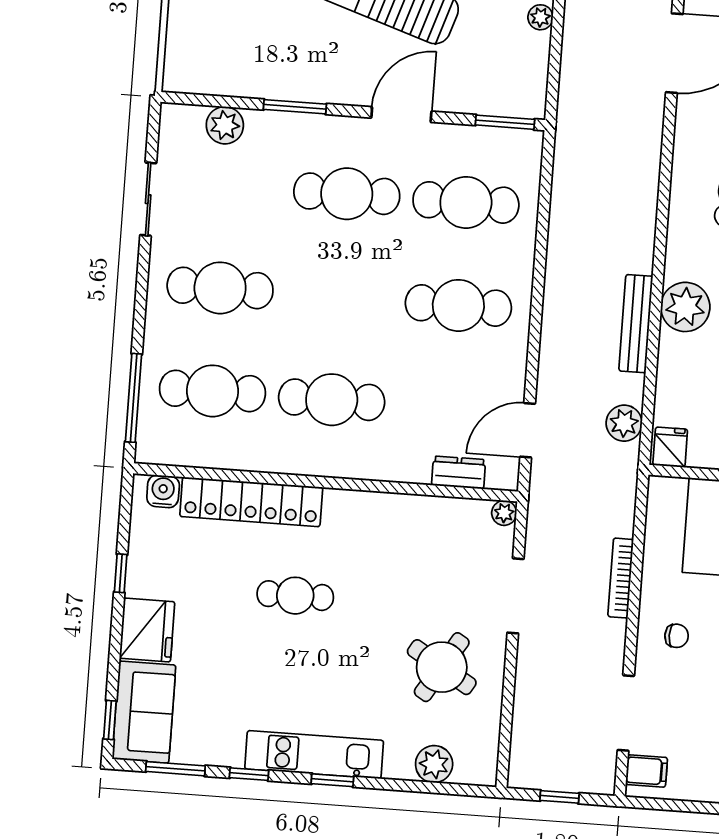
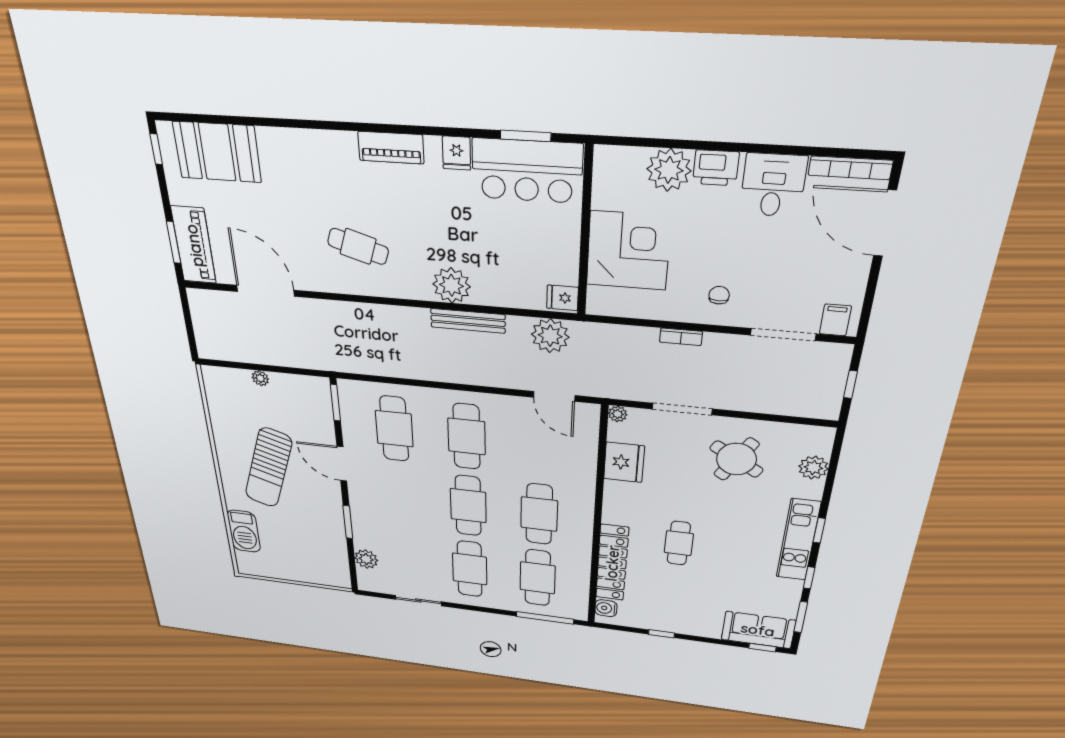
cafe table: (347, 194) -> (468, 506), moved
plant: (624, 423) -> (550, 336), width x1.36, depth x1.36
dresser: (459, 472) -> (588, 442), removed
bookcase: (621, 578) -> (681, 337), width x0.64
fridge: (147, 630) -> (624, 462), moved, turned 90

